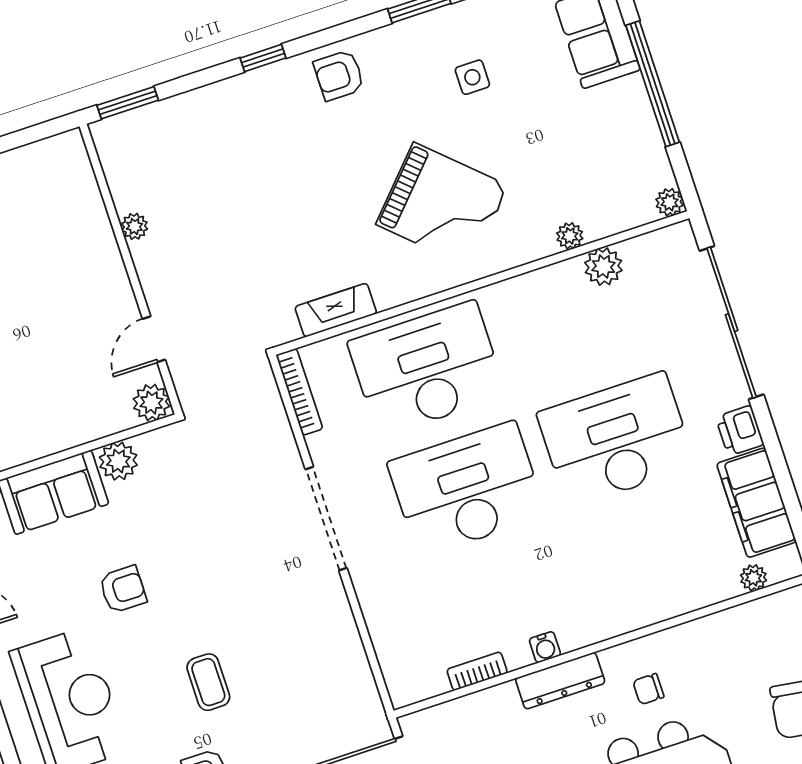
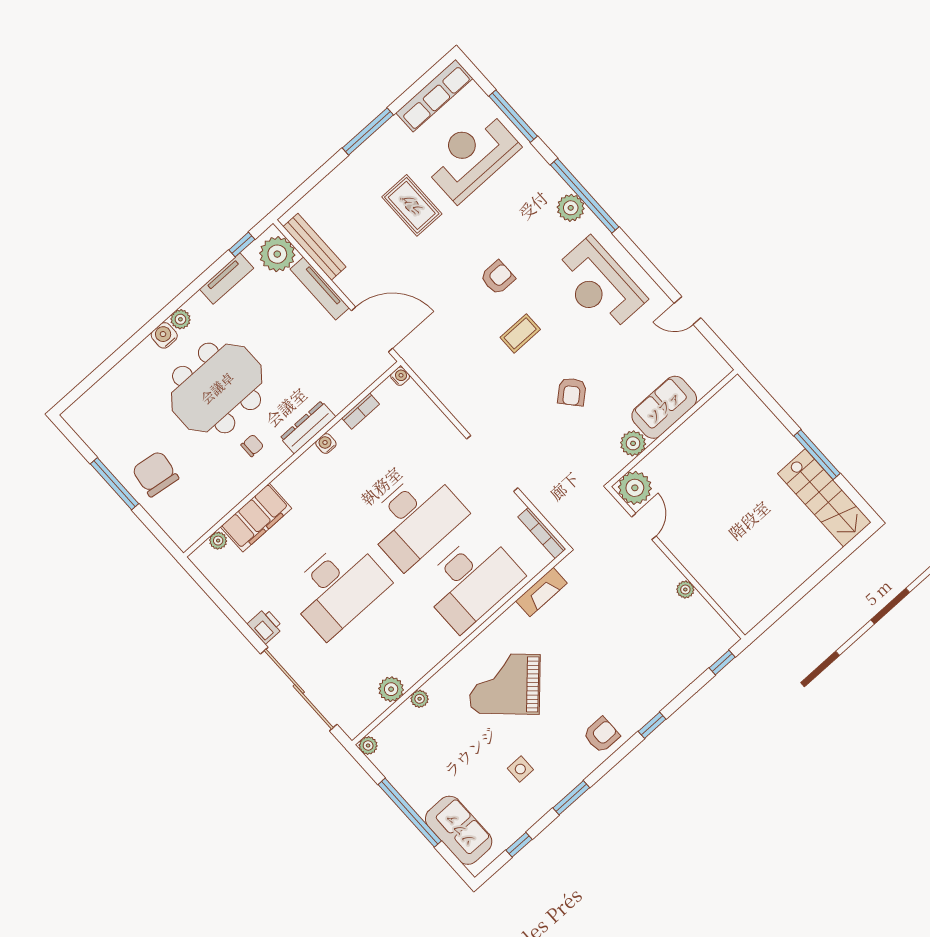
window: (128, 103) -> (722, 662), width x0.67
plant: (151, 403) -> (635, 488), width x1.36, depth x1.36
filing cabinet: (756, 503) -> (256, 518), moved, turned 90
armchair: (123, 589) -> (572, 392), moved, turned -41
coffee table: (208, 682) -> (520, 333), turned 90
water cooler: (401, 696) -> (400, 376), added

